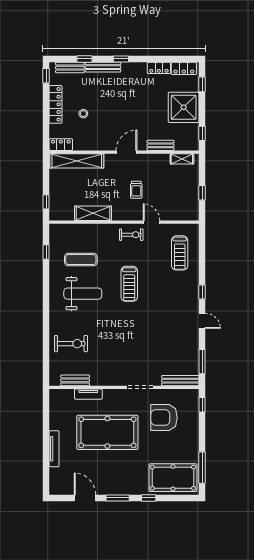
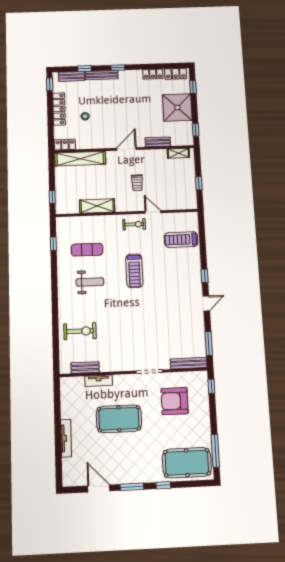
treadmill: (180, 253) -> (181, 240), turned 90
weight bench: (83, 294) -> (90, 282), width x0.73, depth x0.75
door: (202, 321) -> (206, 303), hinge flipped
pool table: (107, 432) -> (119, 419), width x0.73, depth x0.76

